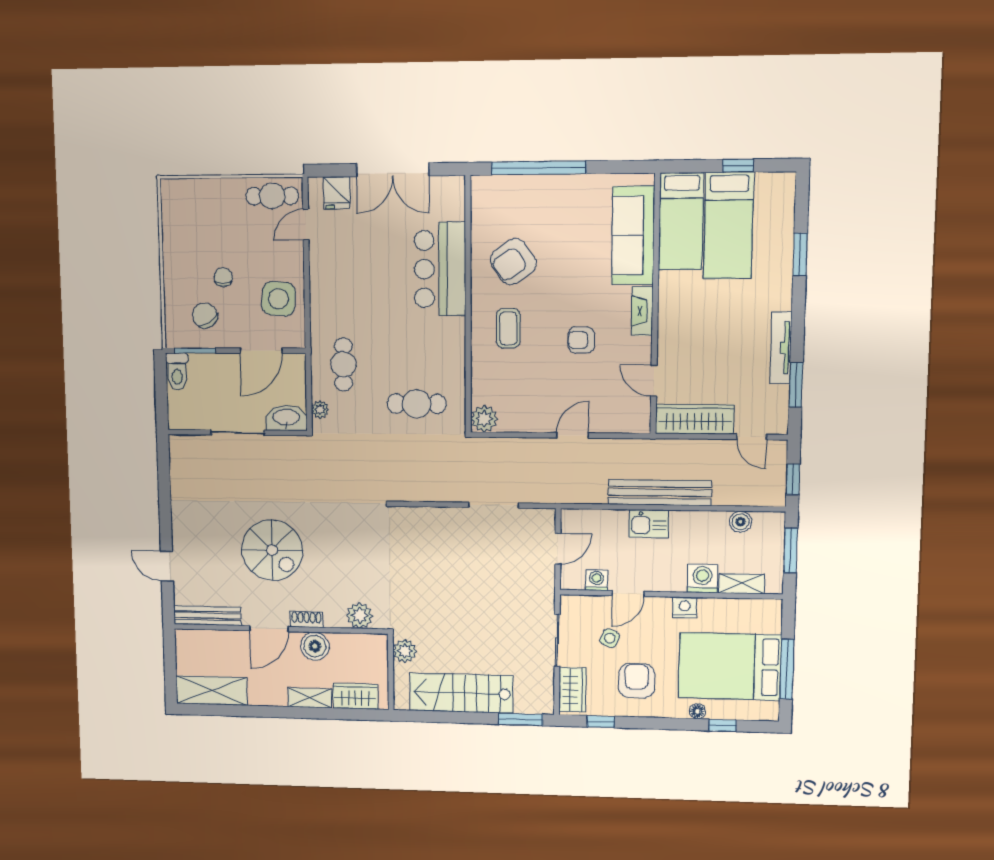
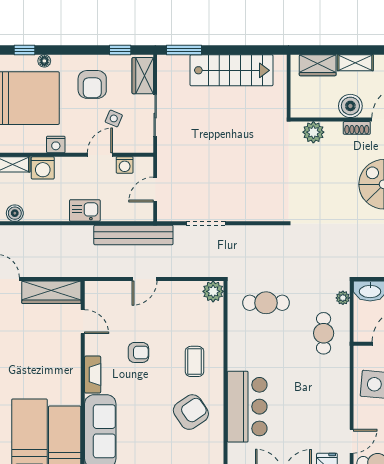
bench: (660, 493) -> (133, 235), moved
plant: (405, 651) -> (277, 104), removed

